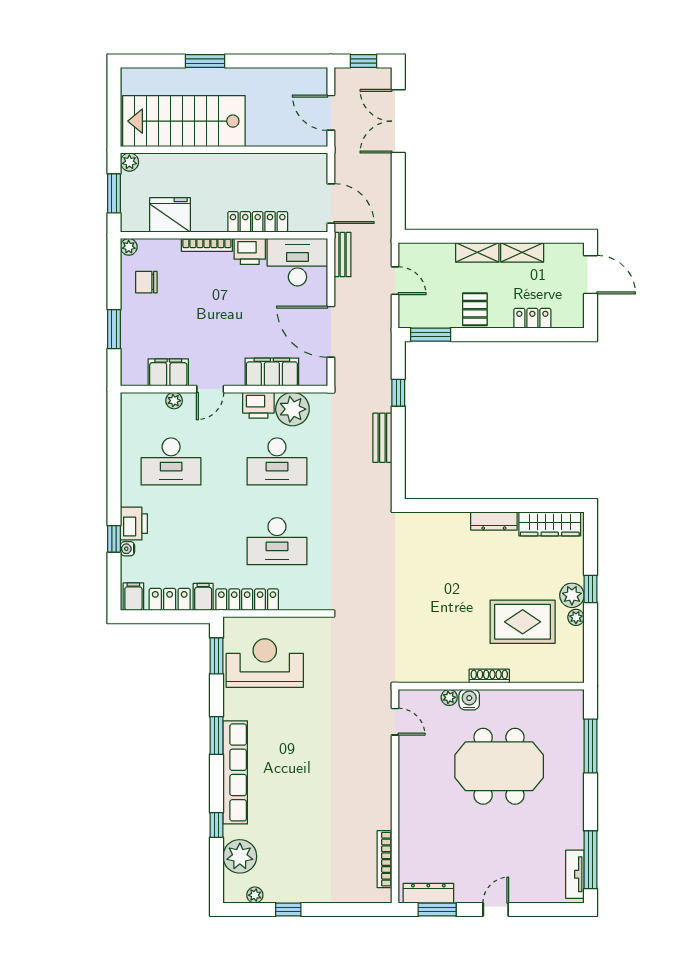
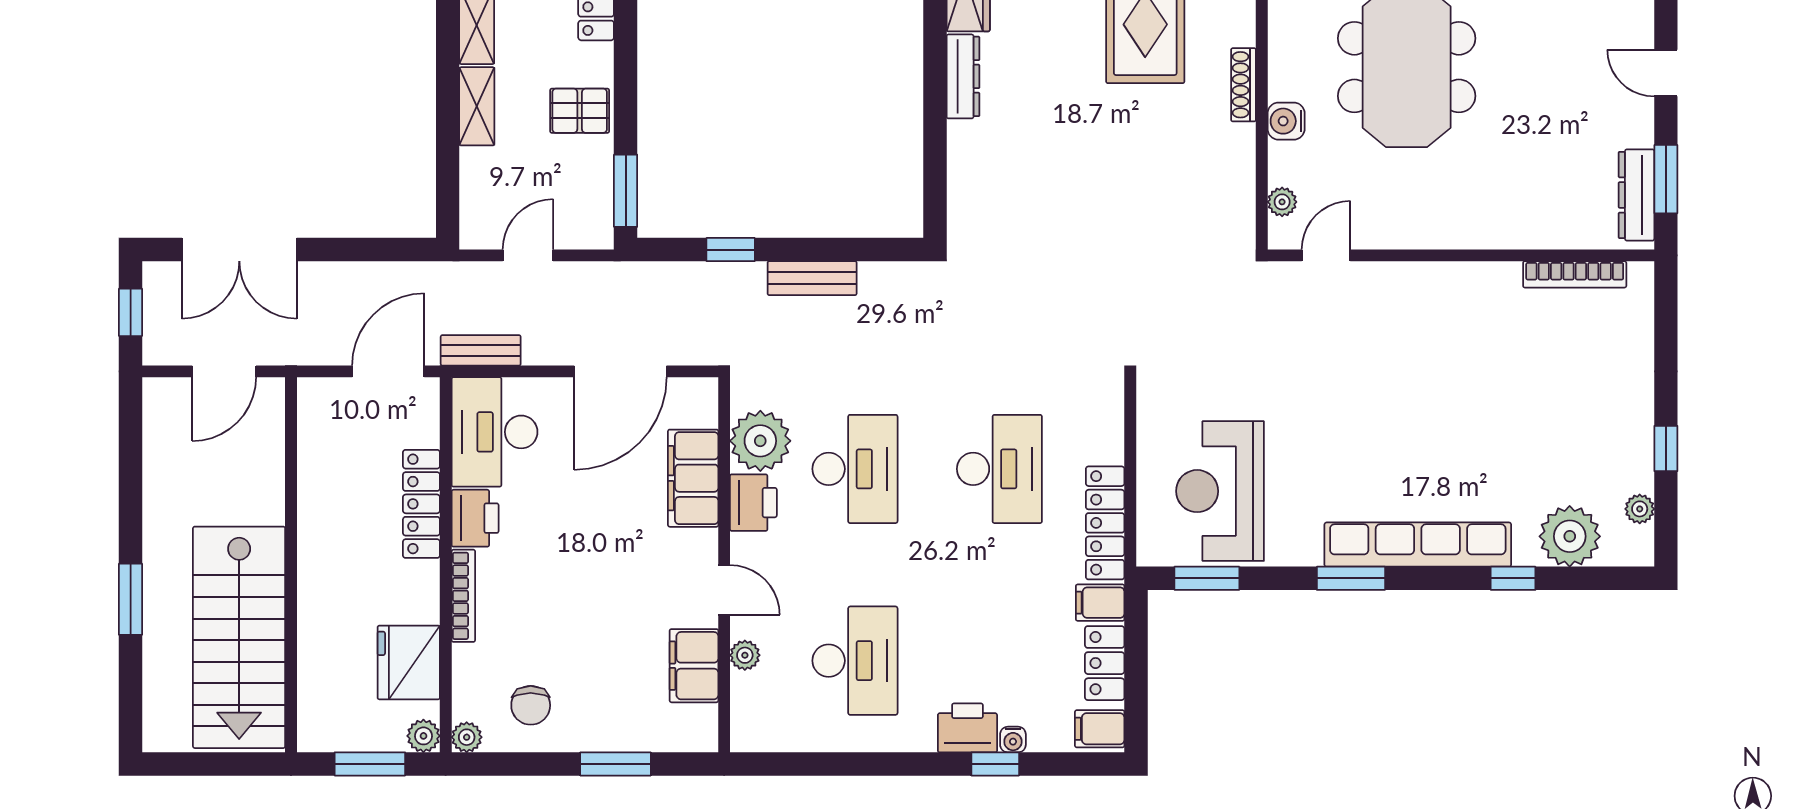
plant: (129, 162) -> (423, 736), moved
plant: (449, 697) -> (1282, 202), moved

